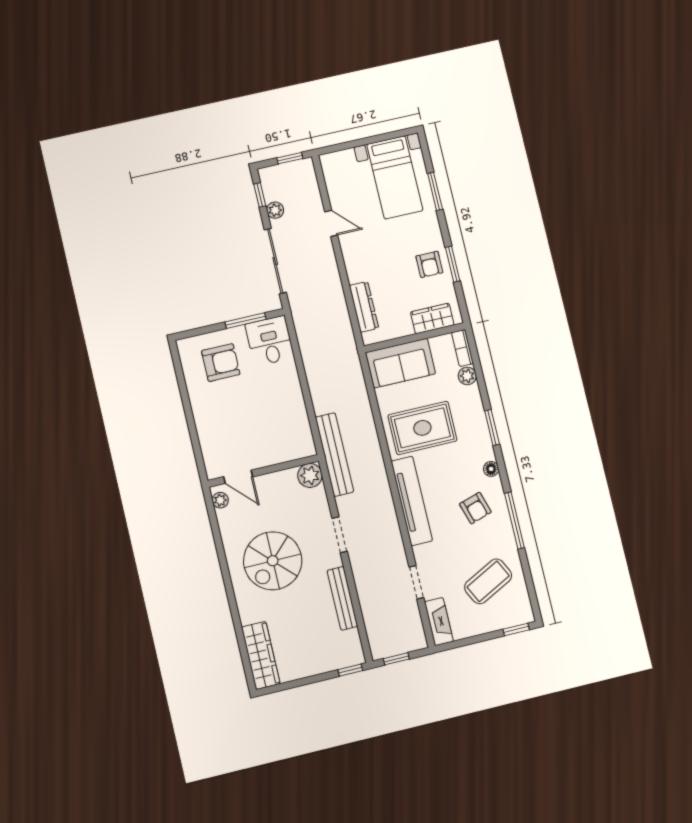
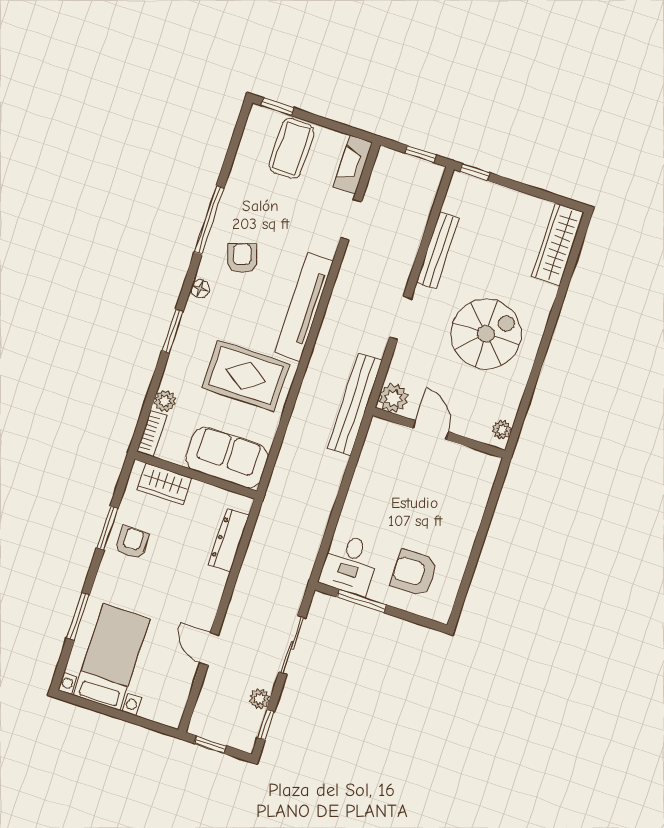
sliding door: (275, 261) -> (292, 645), width x0.73
door: (238, 477) -> (431, 430), moved
coffee table: (488, 581) -> (291, 148), moved, turned -63

